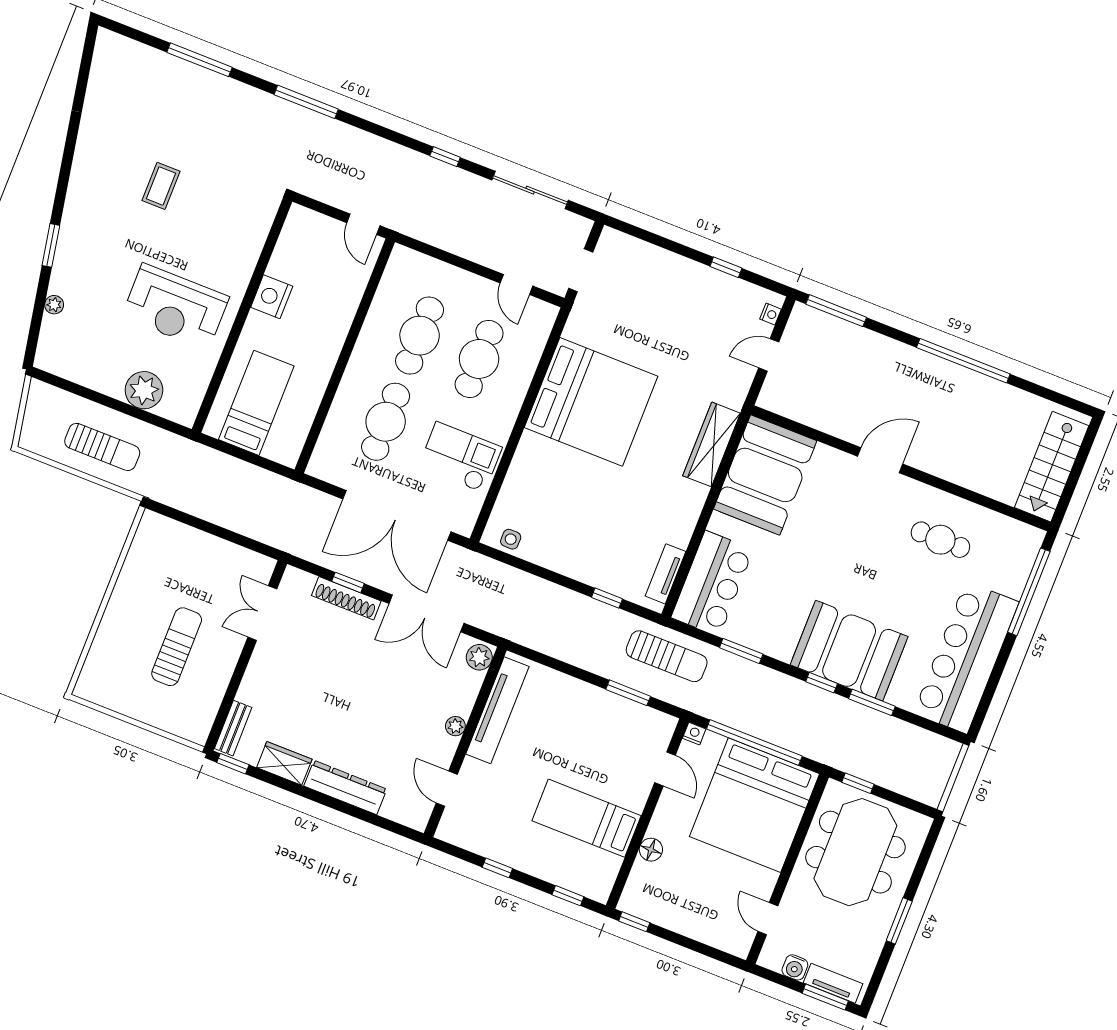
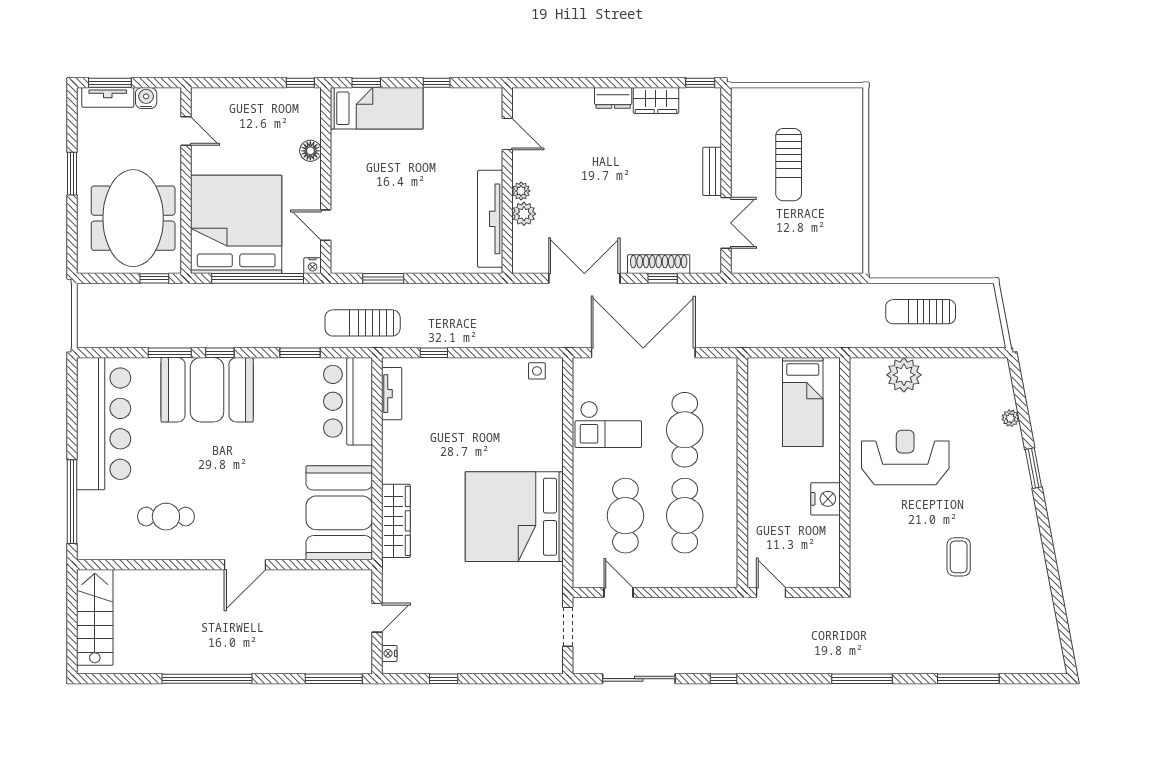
plant: (479, 657) -> (524, 214), moved
bench: (233, 728) -> (712, 171), moved
dresser: (345, 788) -> (613, 98), width x0.51, depth x0.80
bed: (587, 818) -> (377, 108), moved

